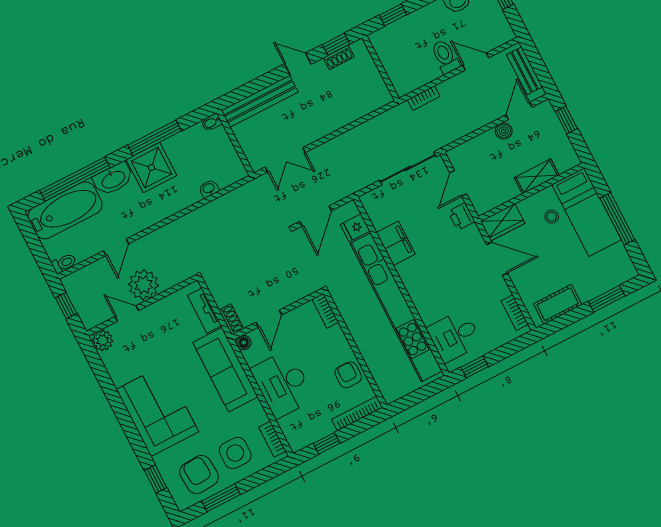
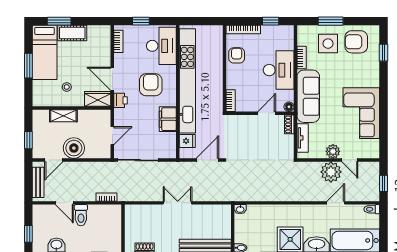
boiler: (504, 131) -> (74, 148), width x1.86, depth x1.86
double door: (285, 160) -> (178, 203), moved
washbasin: (209, 189) -> (240, 209), moved
bed: (587, 212) -> (45, 52), moved, turned 180
printer: (461, 217) -> (120, 100), moved
window: (617, 219) -> (28, 66), width x0.69
armchair: (442, 277) -> (151, 85), added
cot: (558, 304) -> (72, 33), moved
desk: (454, 336) -> (161, 46), width x1.37
plant: (103, 340) -> (333, 151), moved
window: (475, 367) -> (141, 21), moved
armchair: (348, 375) -> (237, 55), turned 180
corner sofa: (157, 411) -> (361, 113), moved
bookcase: (272, 439) -> (302, 58), moved
armchair: (199, 475) -> (356, 42), turned 94
window: (221, 498) -> (331, 21), moved

